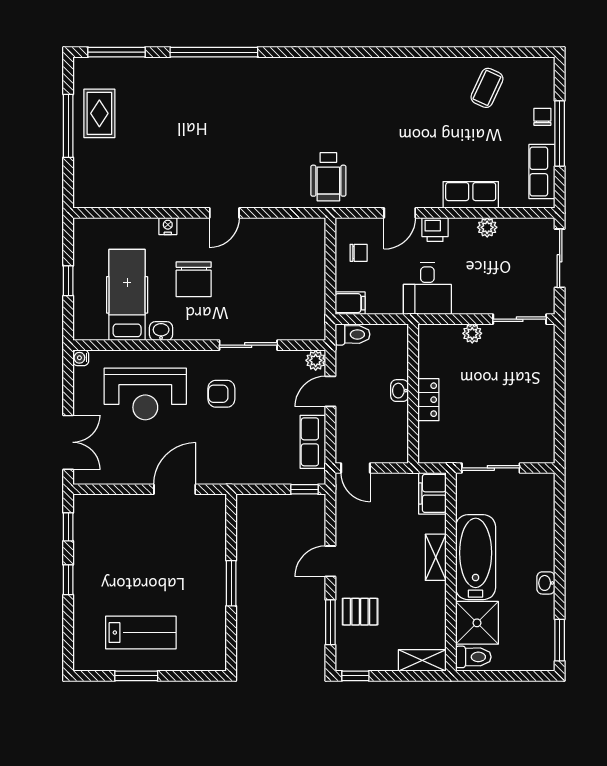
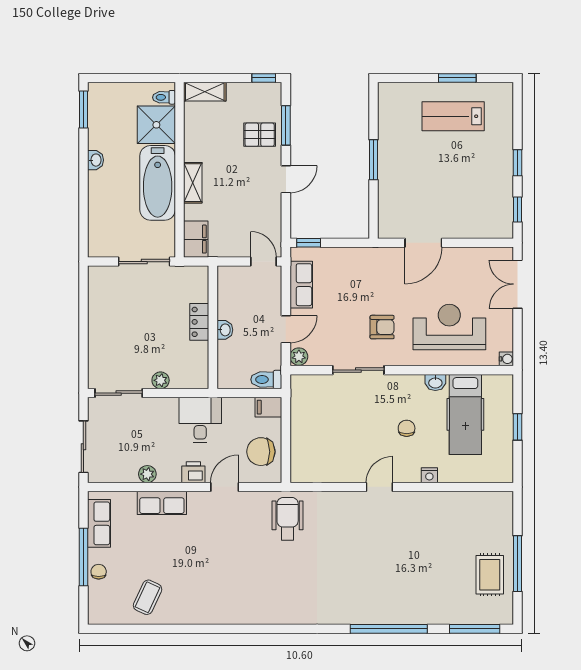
chair: (542, 117) -> (99, 572), turned 180
chair: (359, 253) -> (261, 452), width x1.87, depth x1.87
chair: (194, 279) -> (407, 428), width x0.54, depth x0.54
toilet: (473, 657) -> (164, 97), width x0.73, depth x0.72

